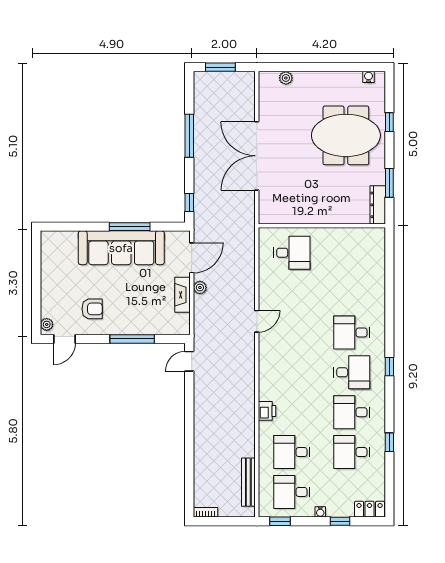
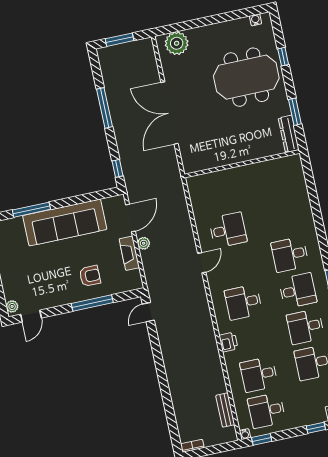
plant: (286, 78) -> (177, 43), width x1.87, depth x1.87
window: (130, 227) -> (31, 210), moved
desk: (292, 253) -> (228, 230), moved
armchair: (92, 309) -> (90, 276), moved
desk: (292, 372) -> (243, 302), added
bench: (248, 482) -> (225, 410), width x0.73
water cooler: (320, 512) -> (245, 434), moved

